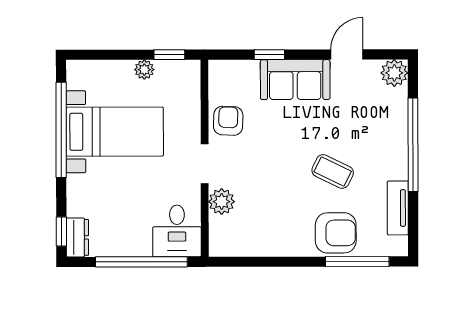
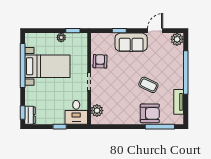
plant: (222, 202) -> (97, 111), moved
window: (141, 262) -> (60, 127), width x0.32

